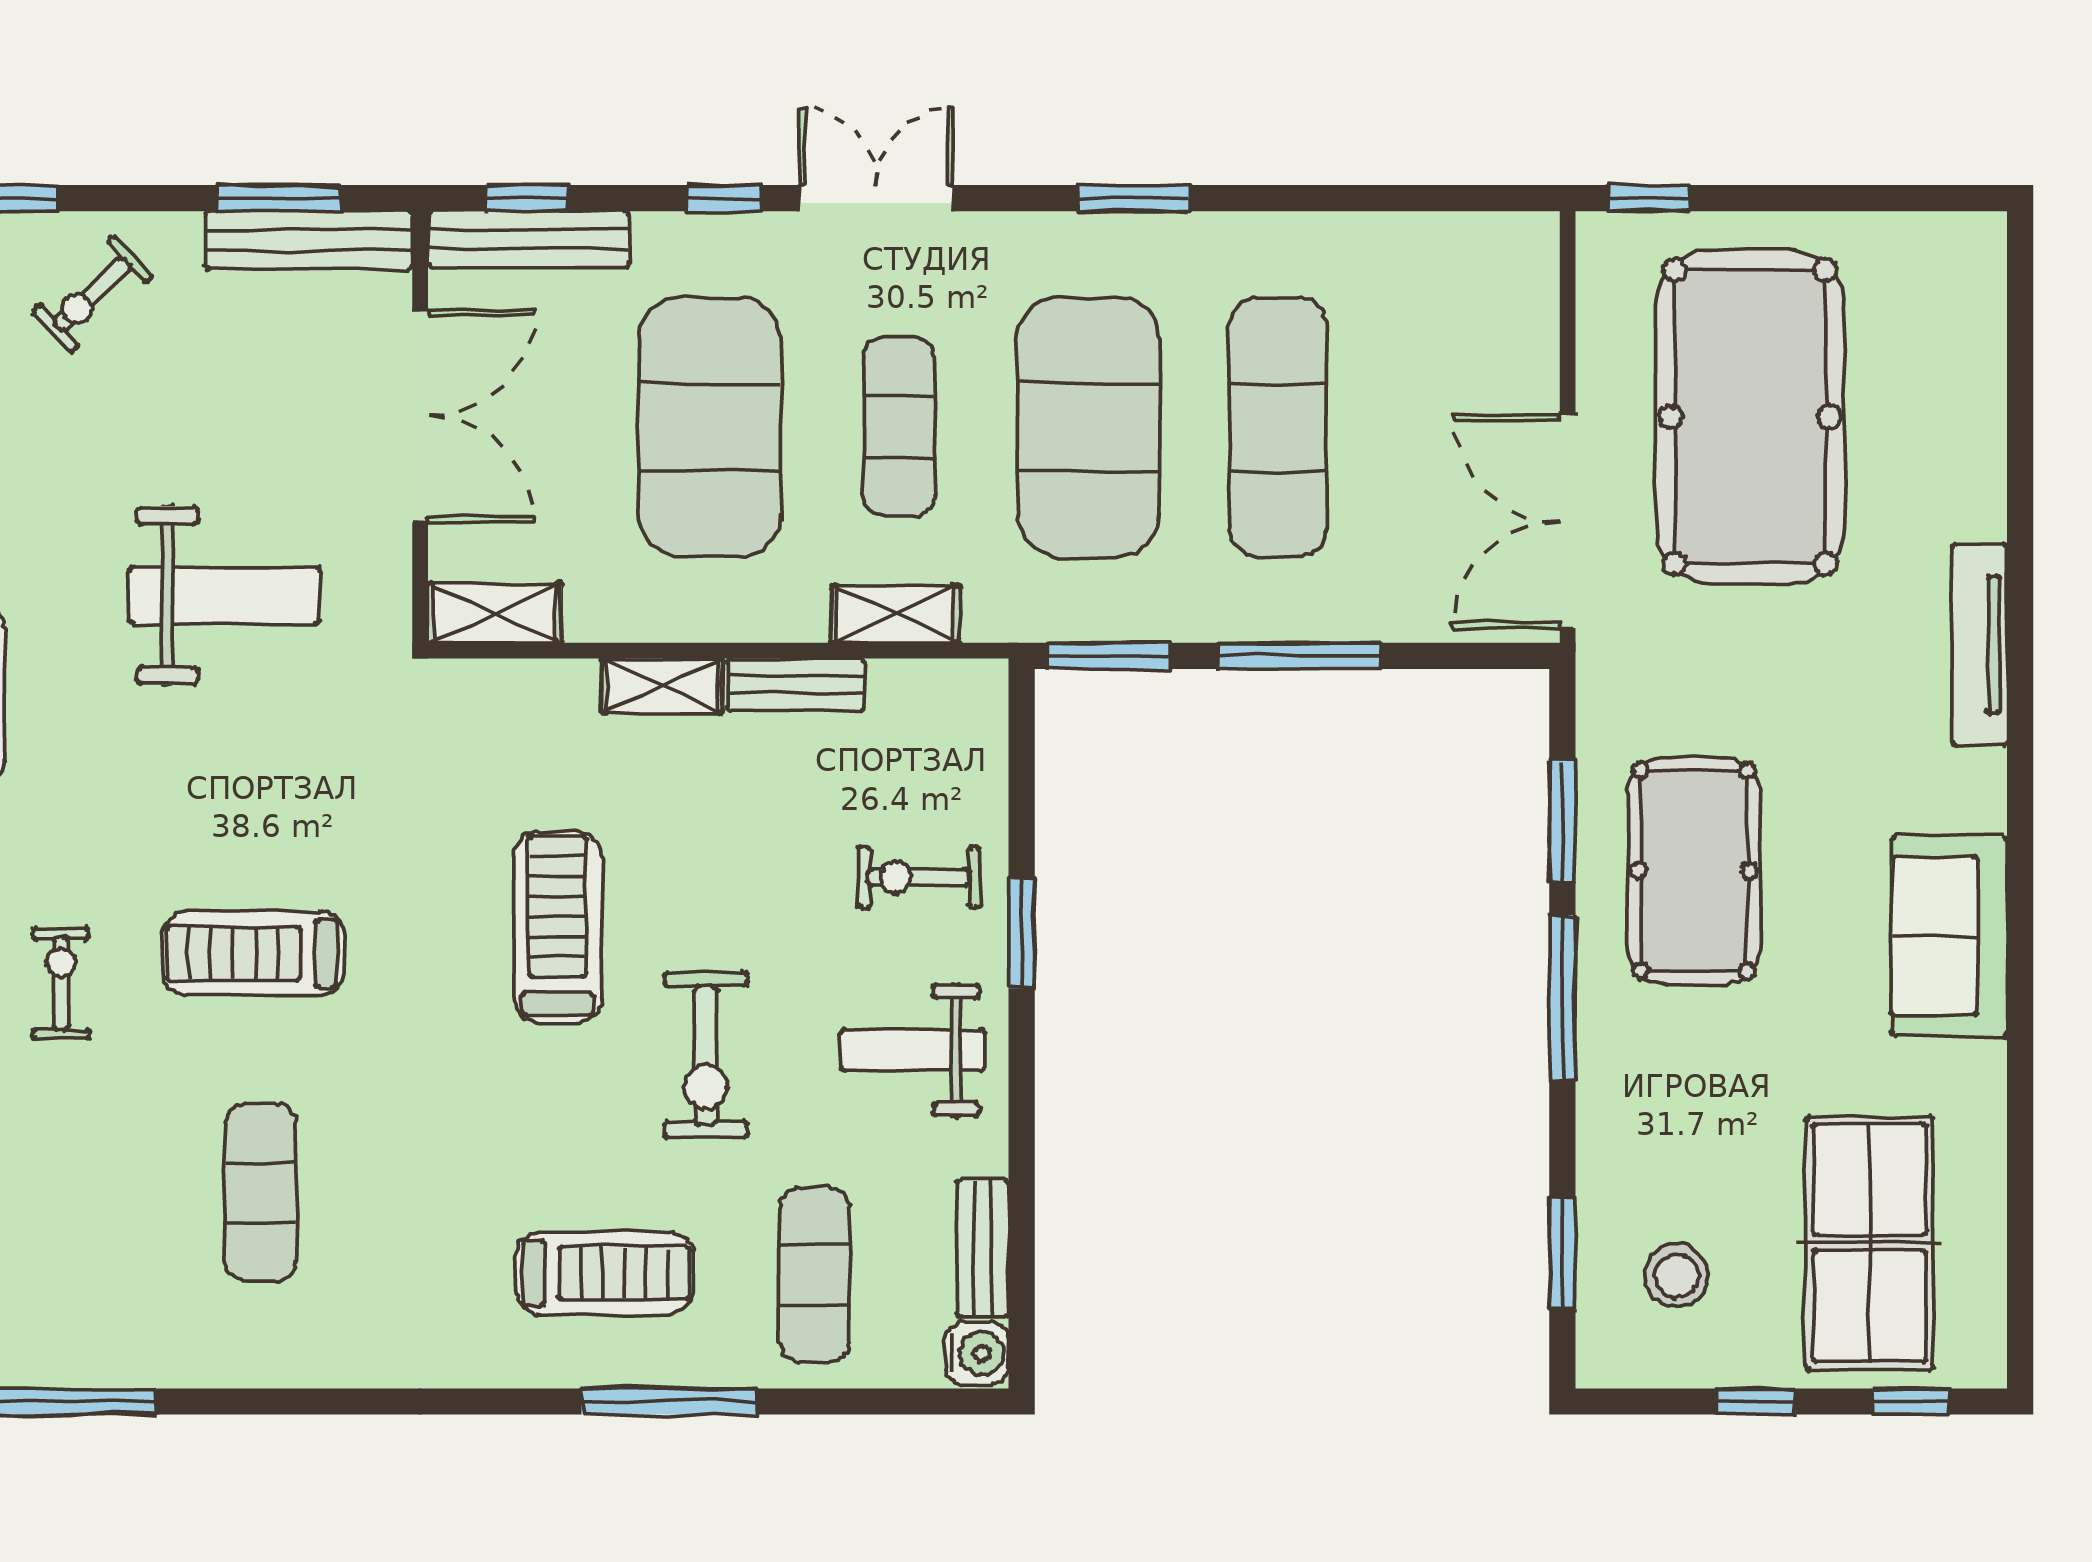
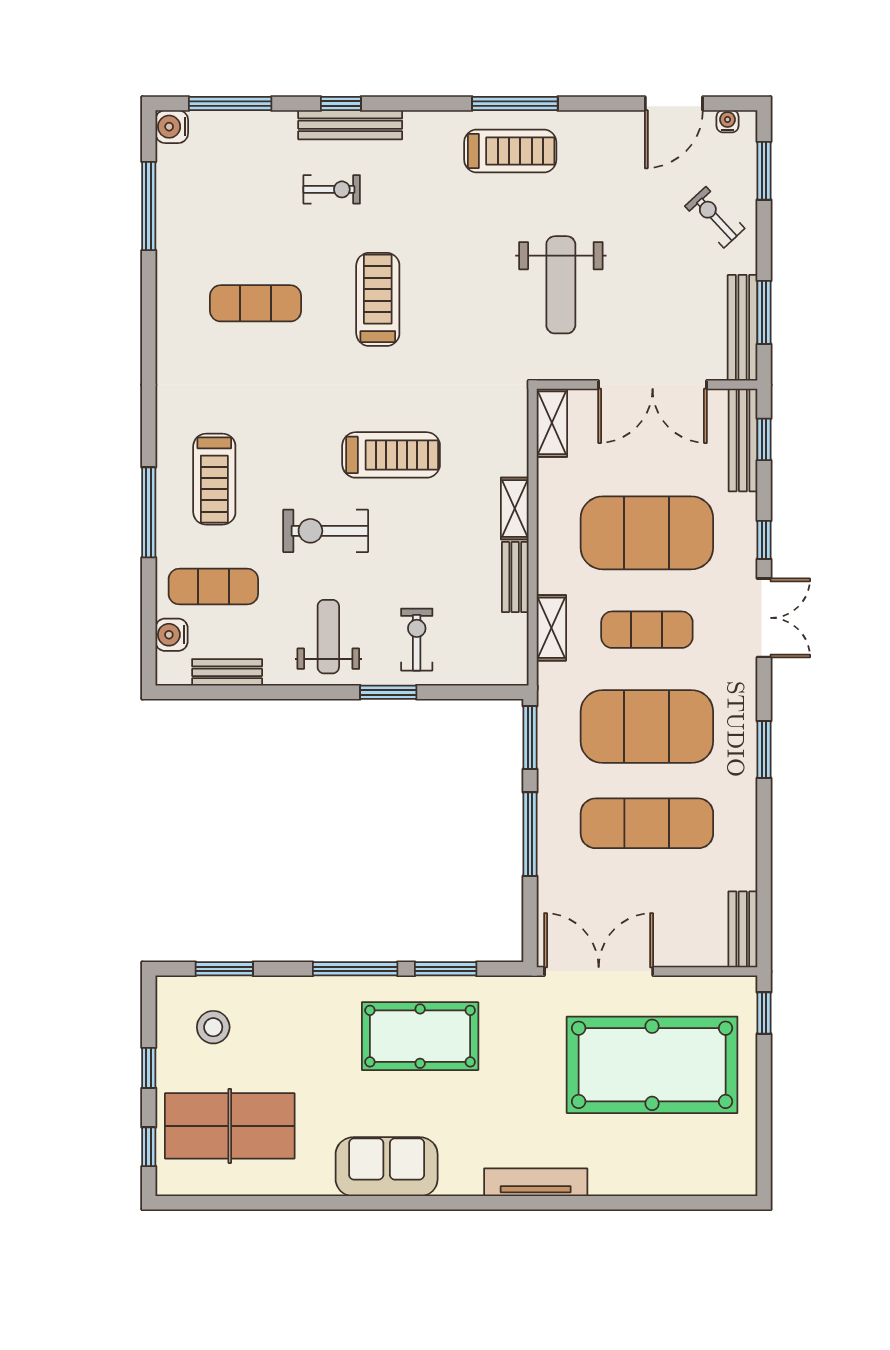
bench: (1485, 240) -> (743, 929), added
exercise bike: (61, 983) -> (332, 189), moved
water cooler: (977, 1353) -> (171, 635), moved, turned 90

